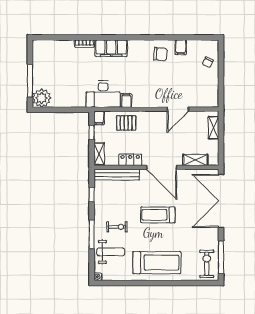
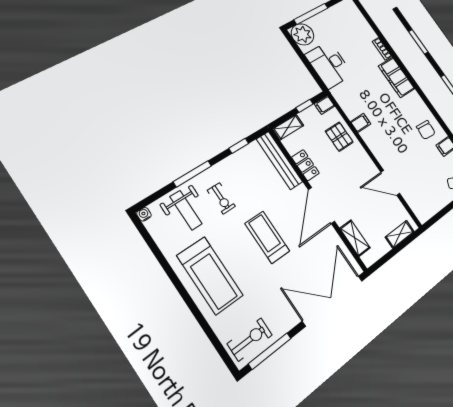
desk: (103, 94) -> (329, 65), moved

